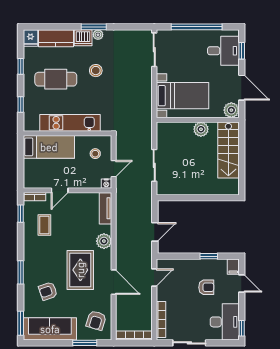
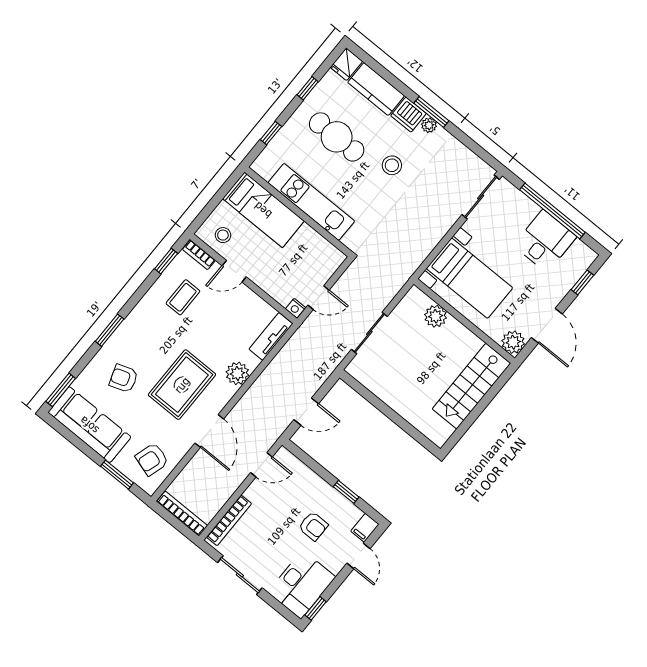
desk: (223, 51) -> (545, 241), moved, turned -90
plant: (201, 129) -> (436, 316), moved
stool: (95, 154) -> (223, 235), moved

